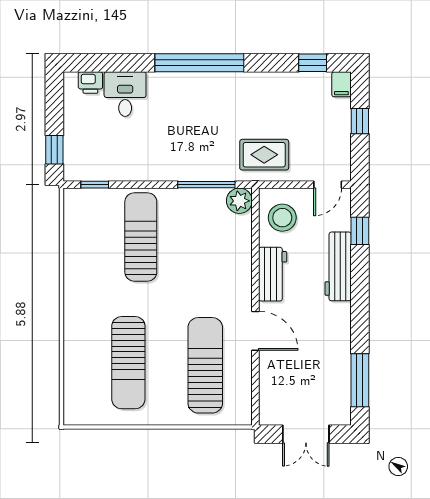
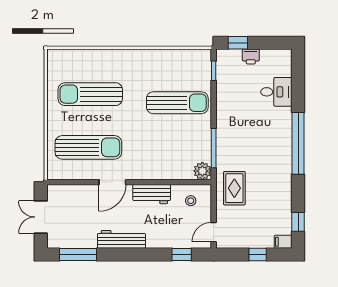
printer: (90, 83) -> (251, 57), moved, turned -90
door: (328, 185) -> (214, 232), hinge flipped
stool: (282, 218) -> (191, 201), width x0.53, depth x0.53
workbench: (338, 266) -> (121, 239), moved

